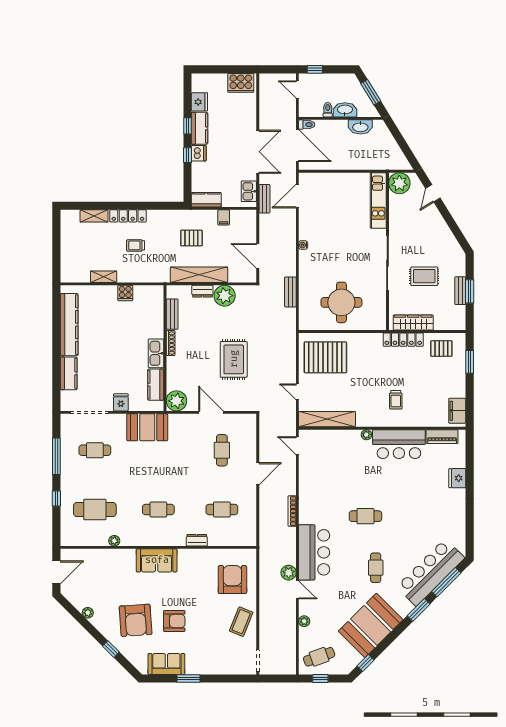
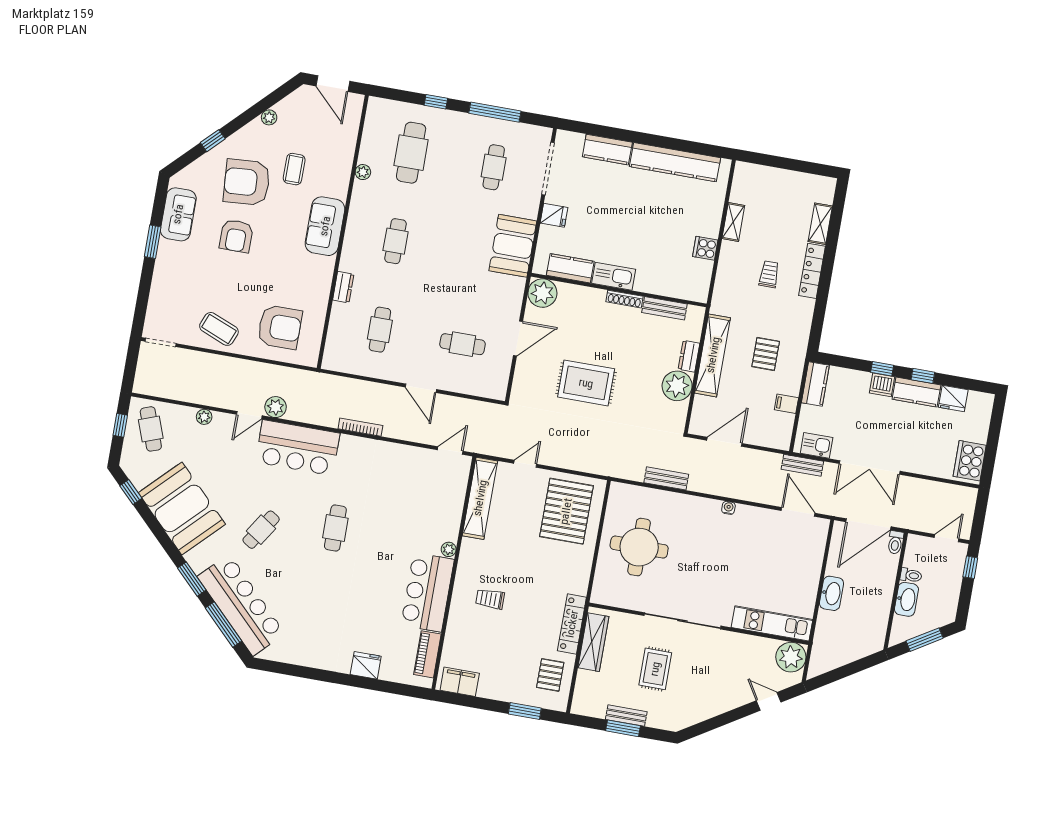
washbasin: (360, 127) -> (832, 593), moved, turned 180
cafe table: (376, 568) -> (261, 530), turned -57
coffee table: (121, 589) -> (294, 169), added

